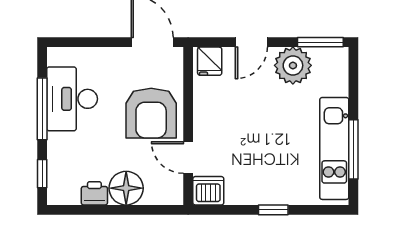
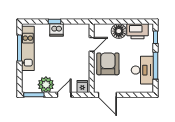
door: (188, 158) -> (92, 44), hinge flipped
dishwasher: (208, 191) -> (57, 30), moved
printer: (94, 193) -> (138, 31), width x1.87, depth x1.48

